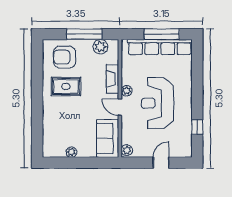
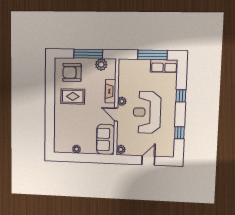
row of seats: (160, 47) -> (164, 66), width x0.50
window: (197, 82) -> (181, 96), added

